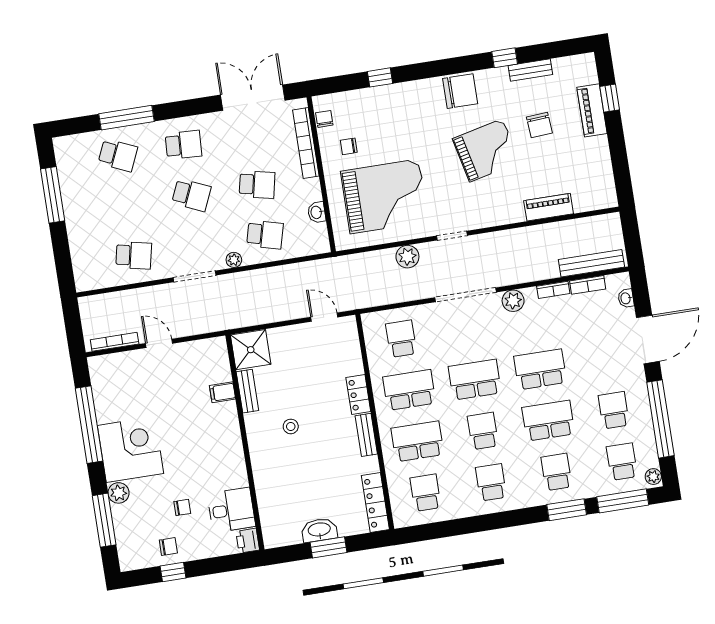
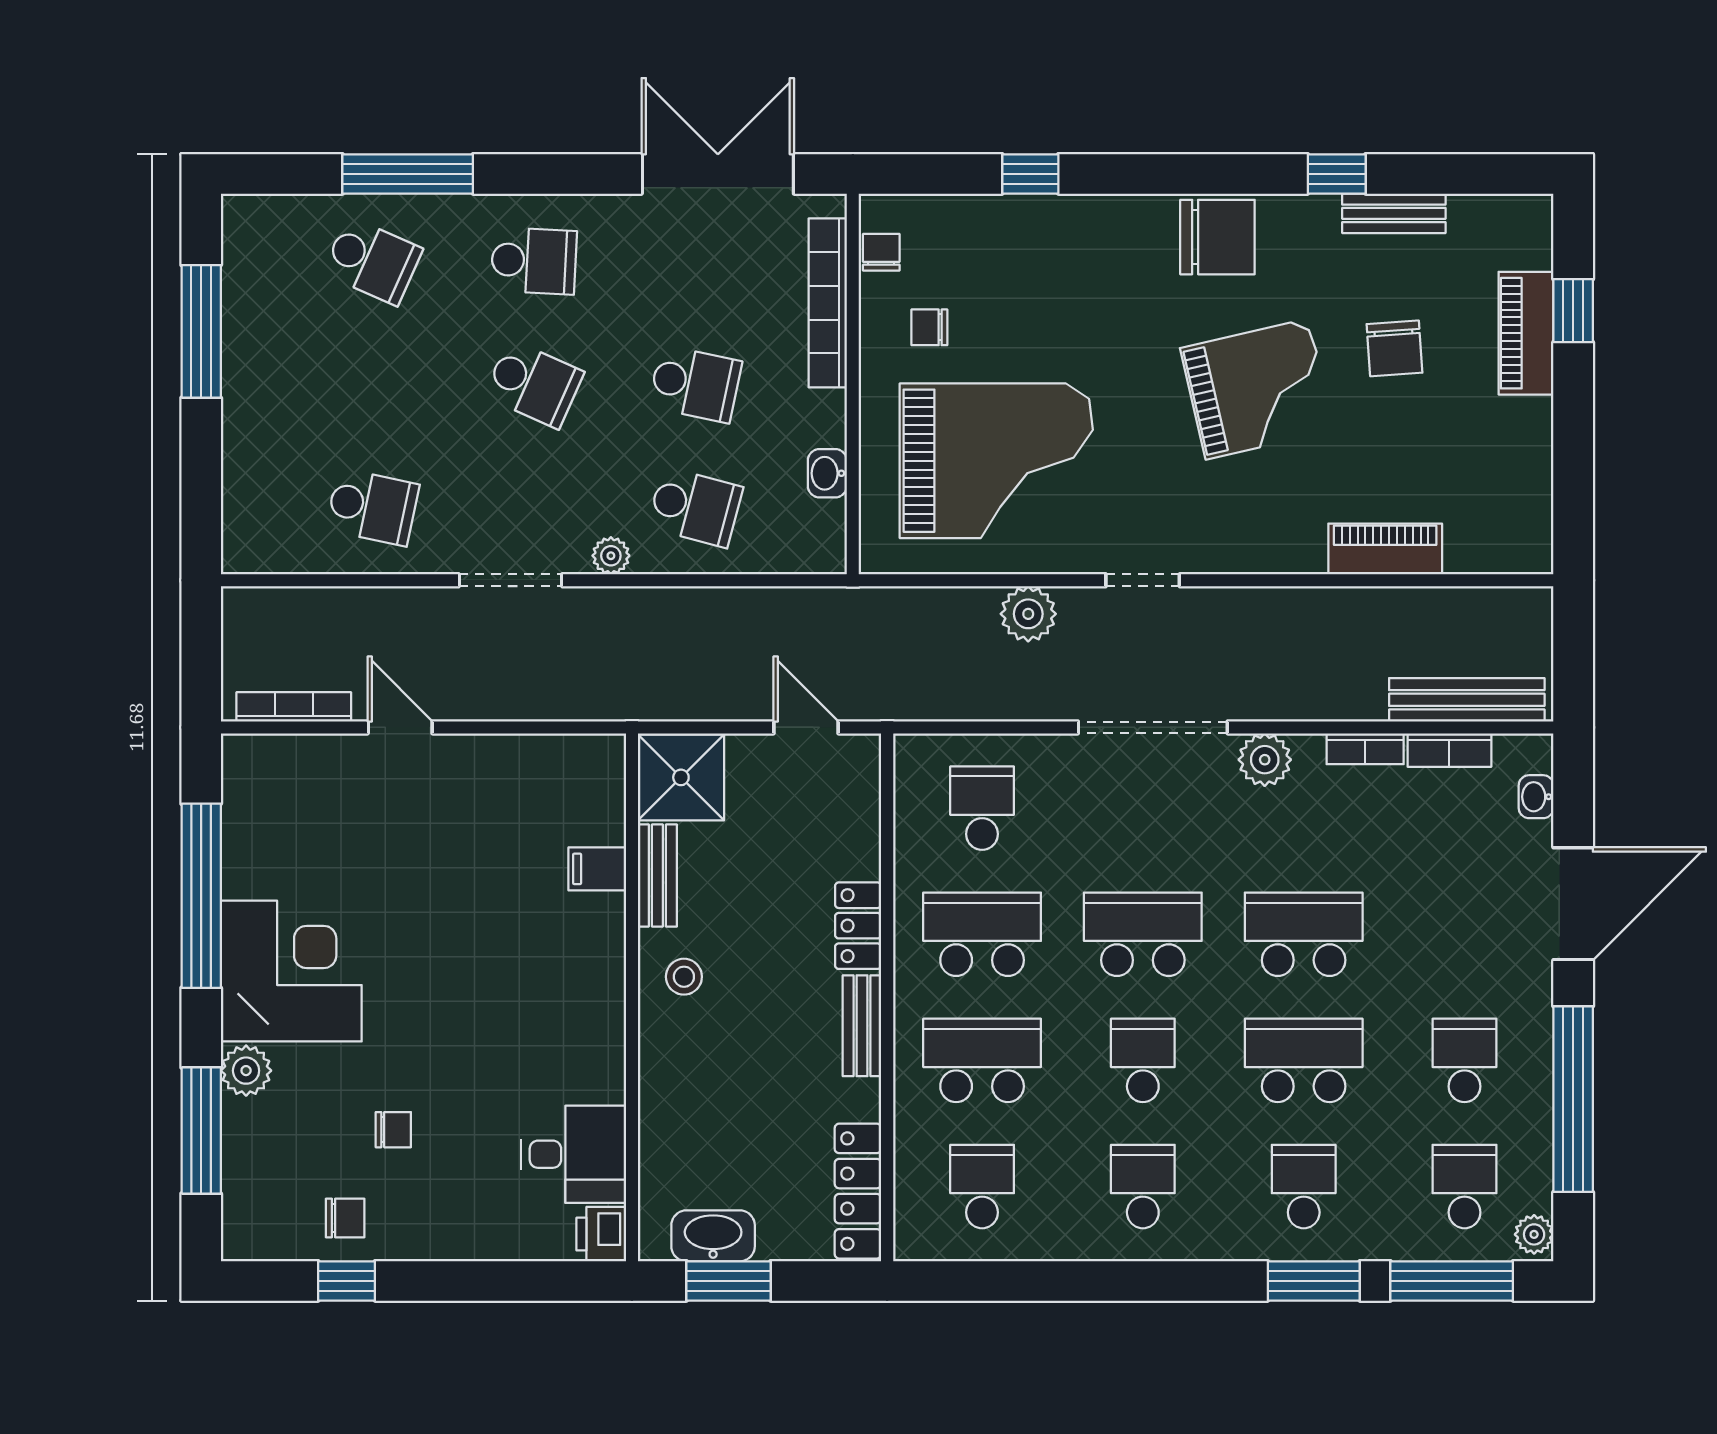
shower: (251, 350) -> (681, 777), moved
bench: (247, 391) -> (657, 875), moved
filing cabinet: (223, 392) -> (597, 869), moved
wall: (245, 442) -> (632, 997), moved
desk: (231, 510) -> (574, 1154), moved
printer: (248, 541) -> (601, 1234), moved

